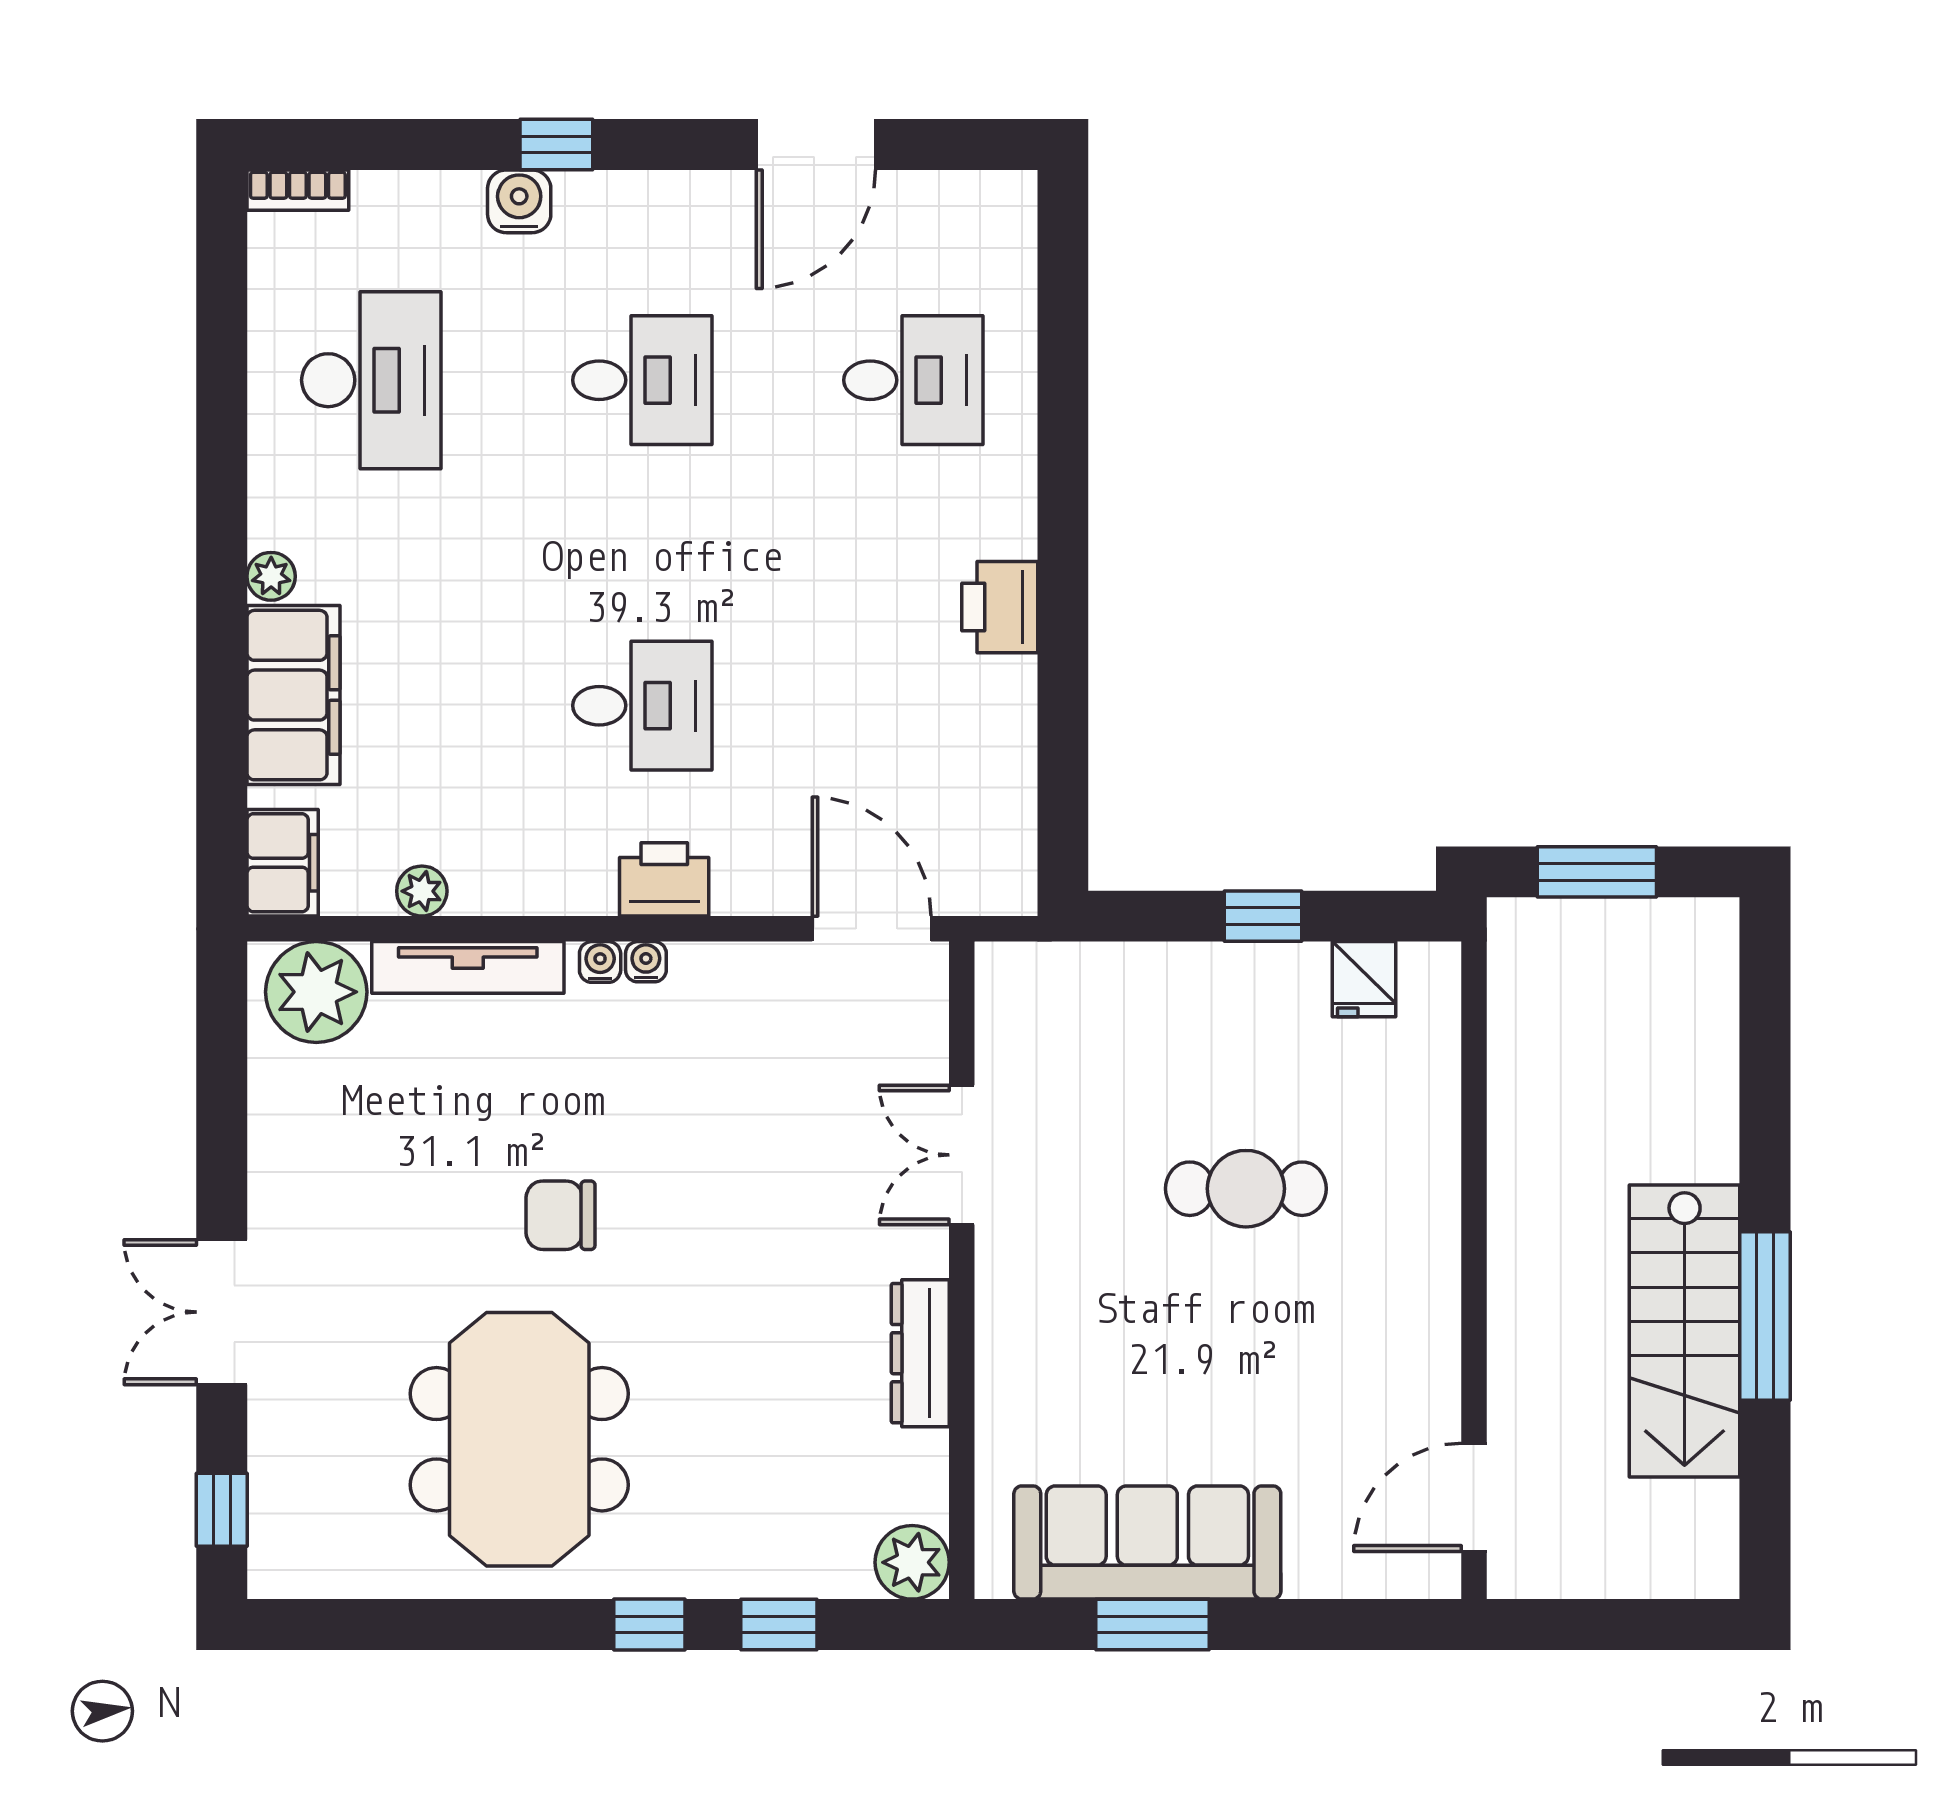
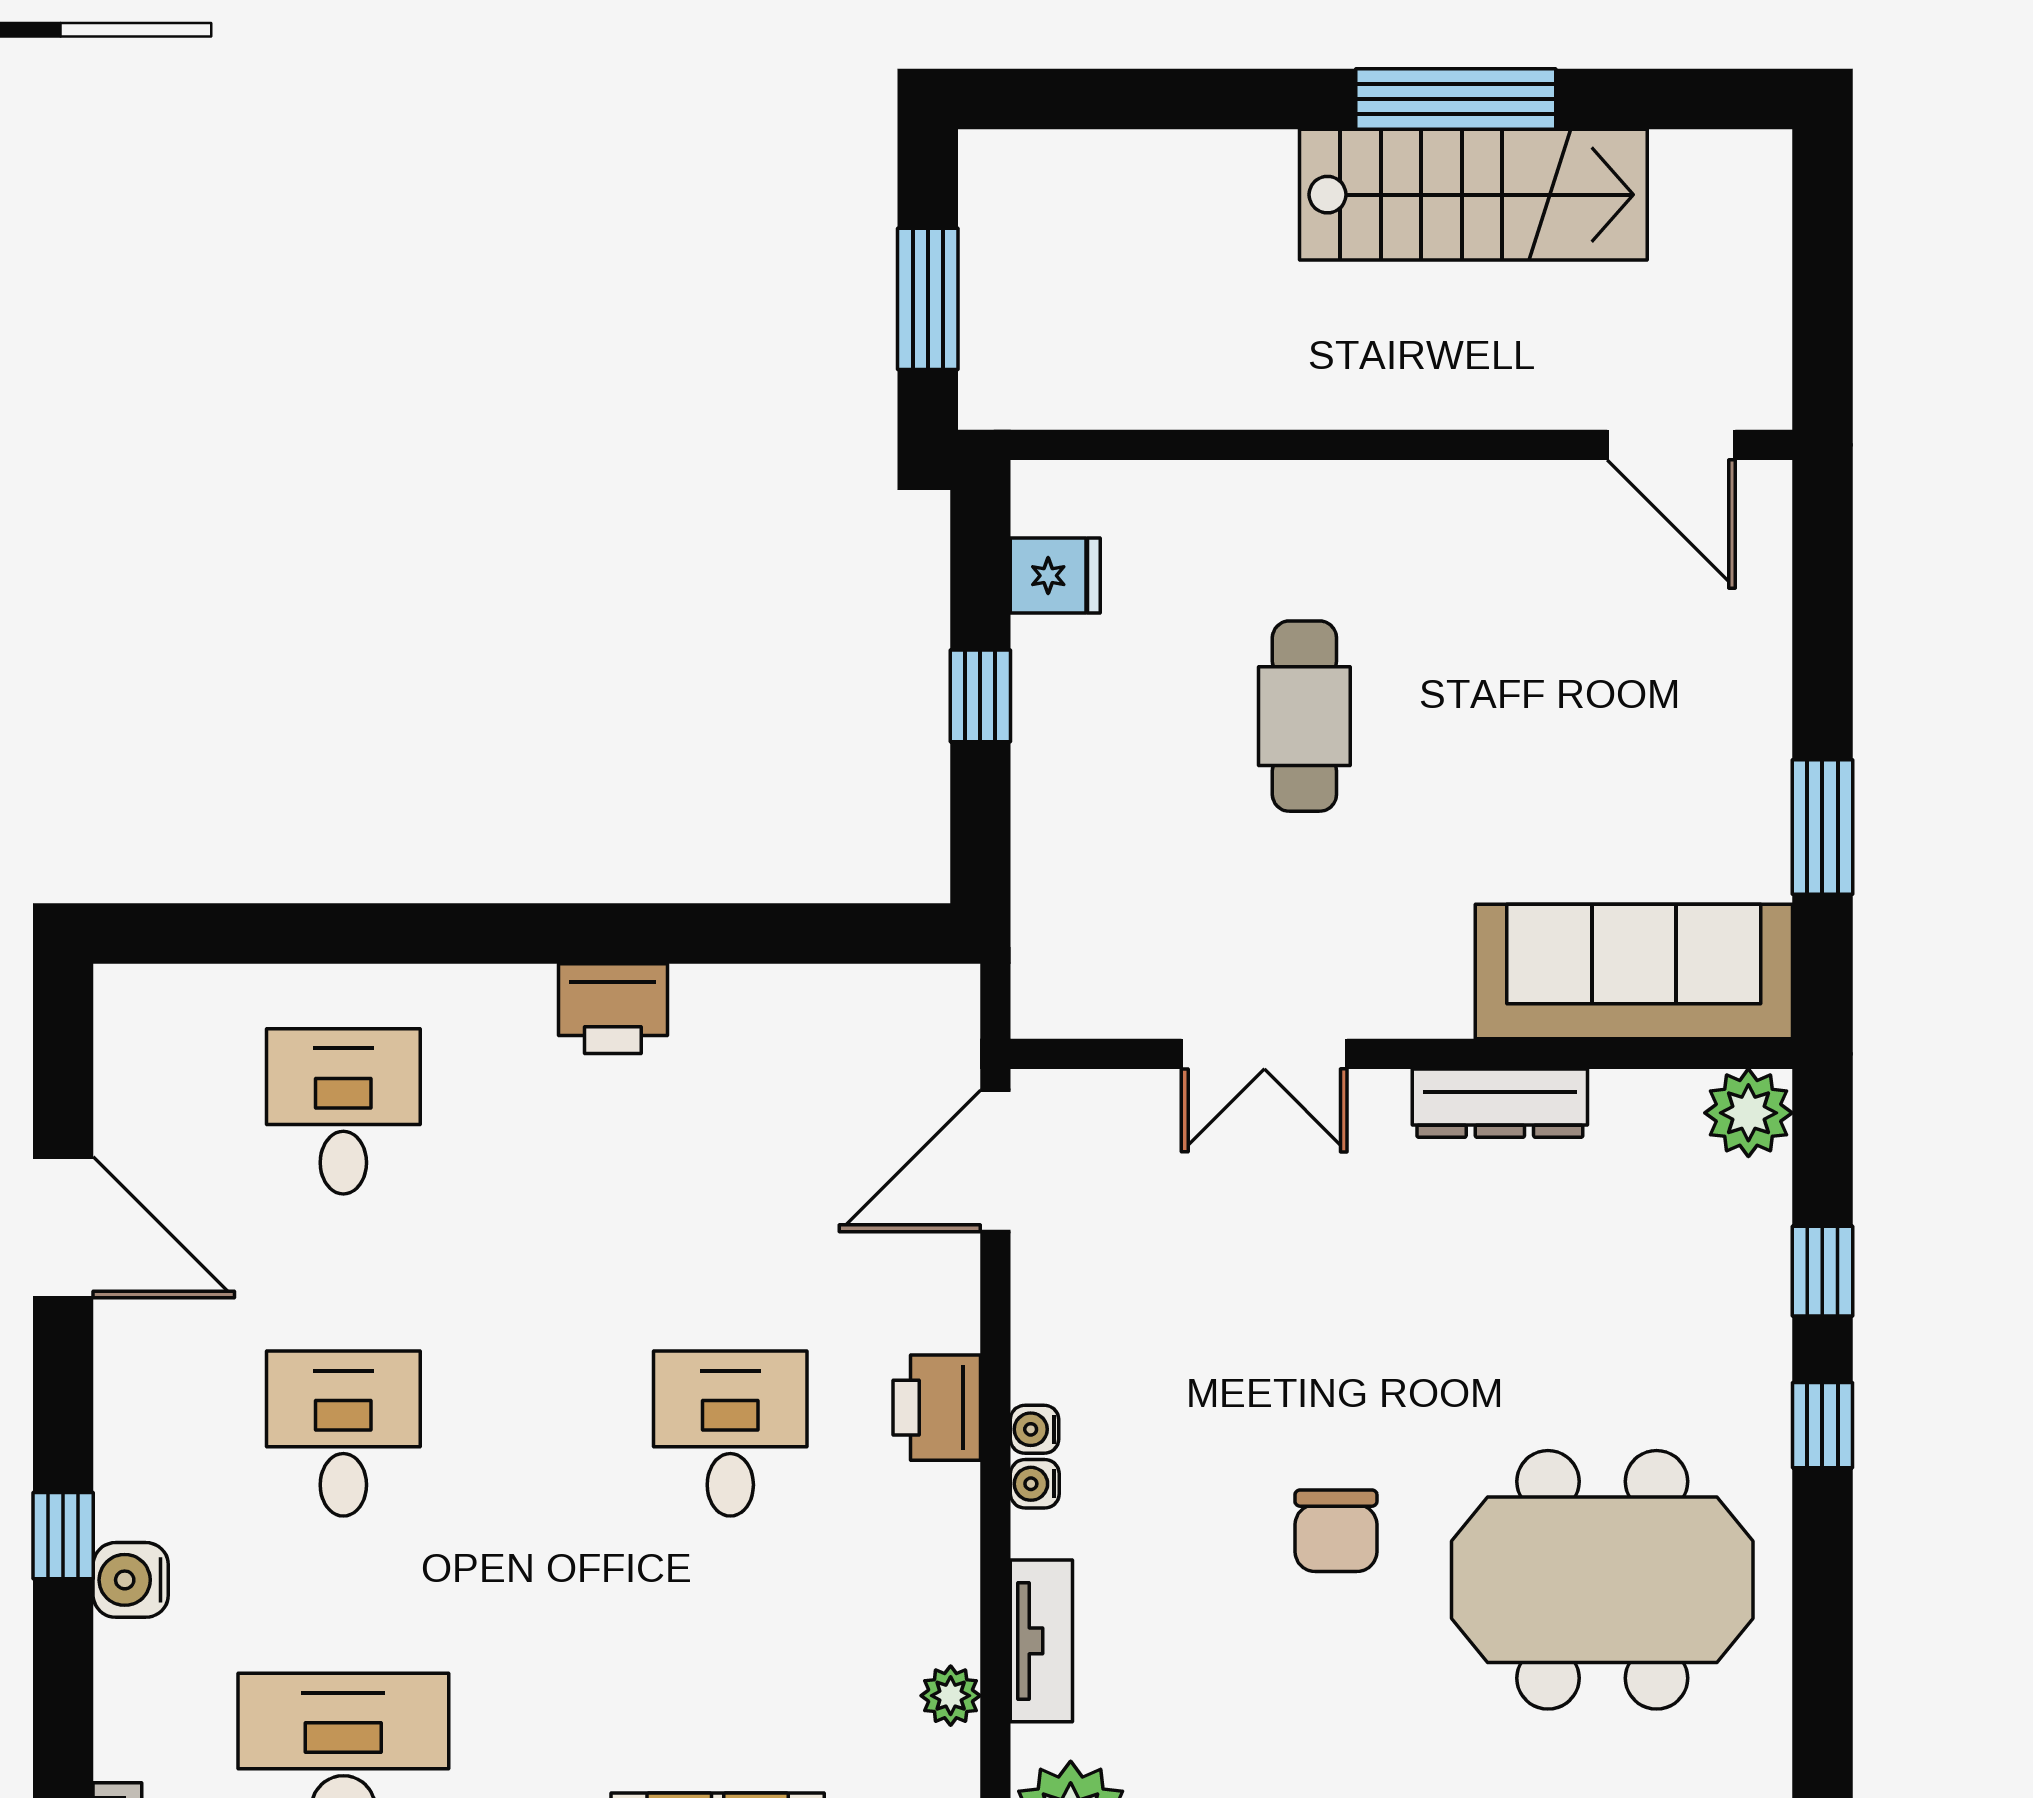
tv unit: (468, 967) -> (1041, 1641), width x0.71
sofa: (1147, 1543) -> (1634, 971), moved, turned 90

